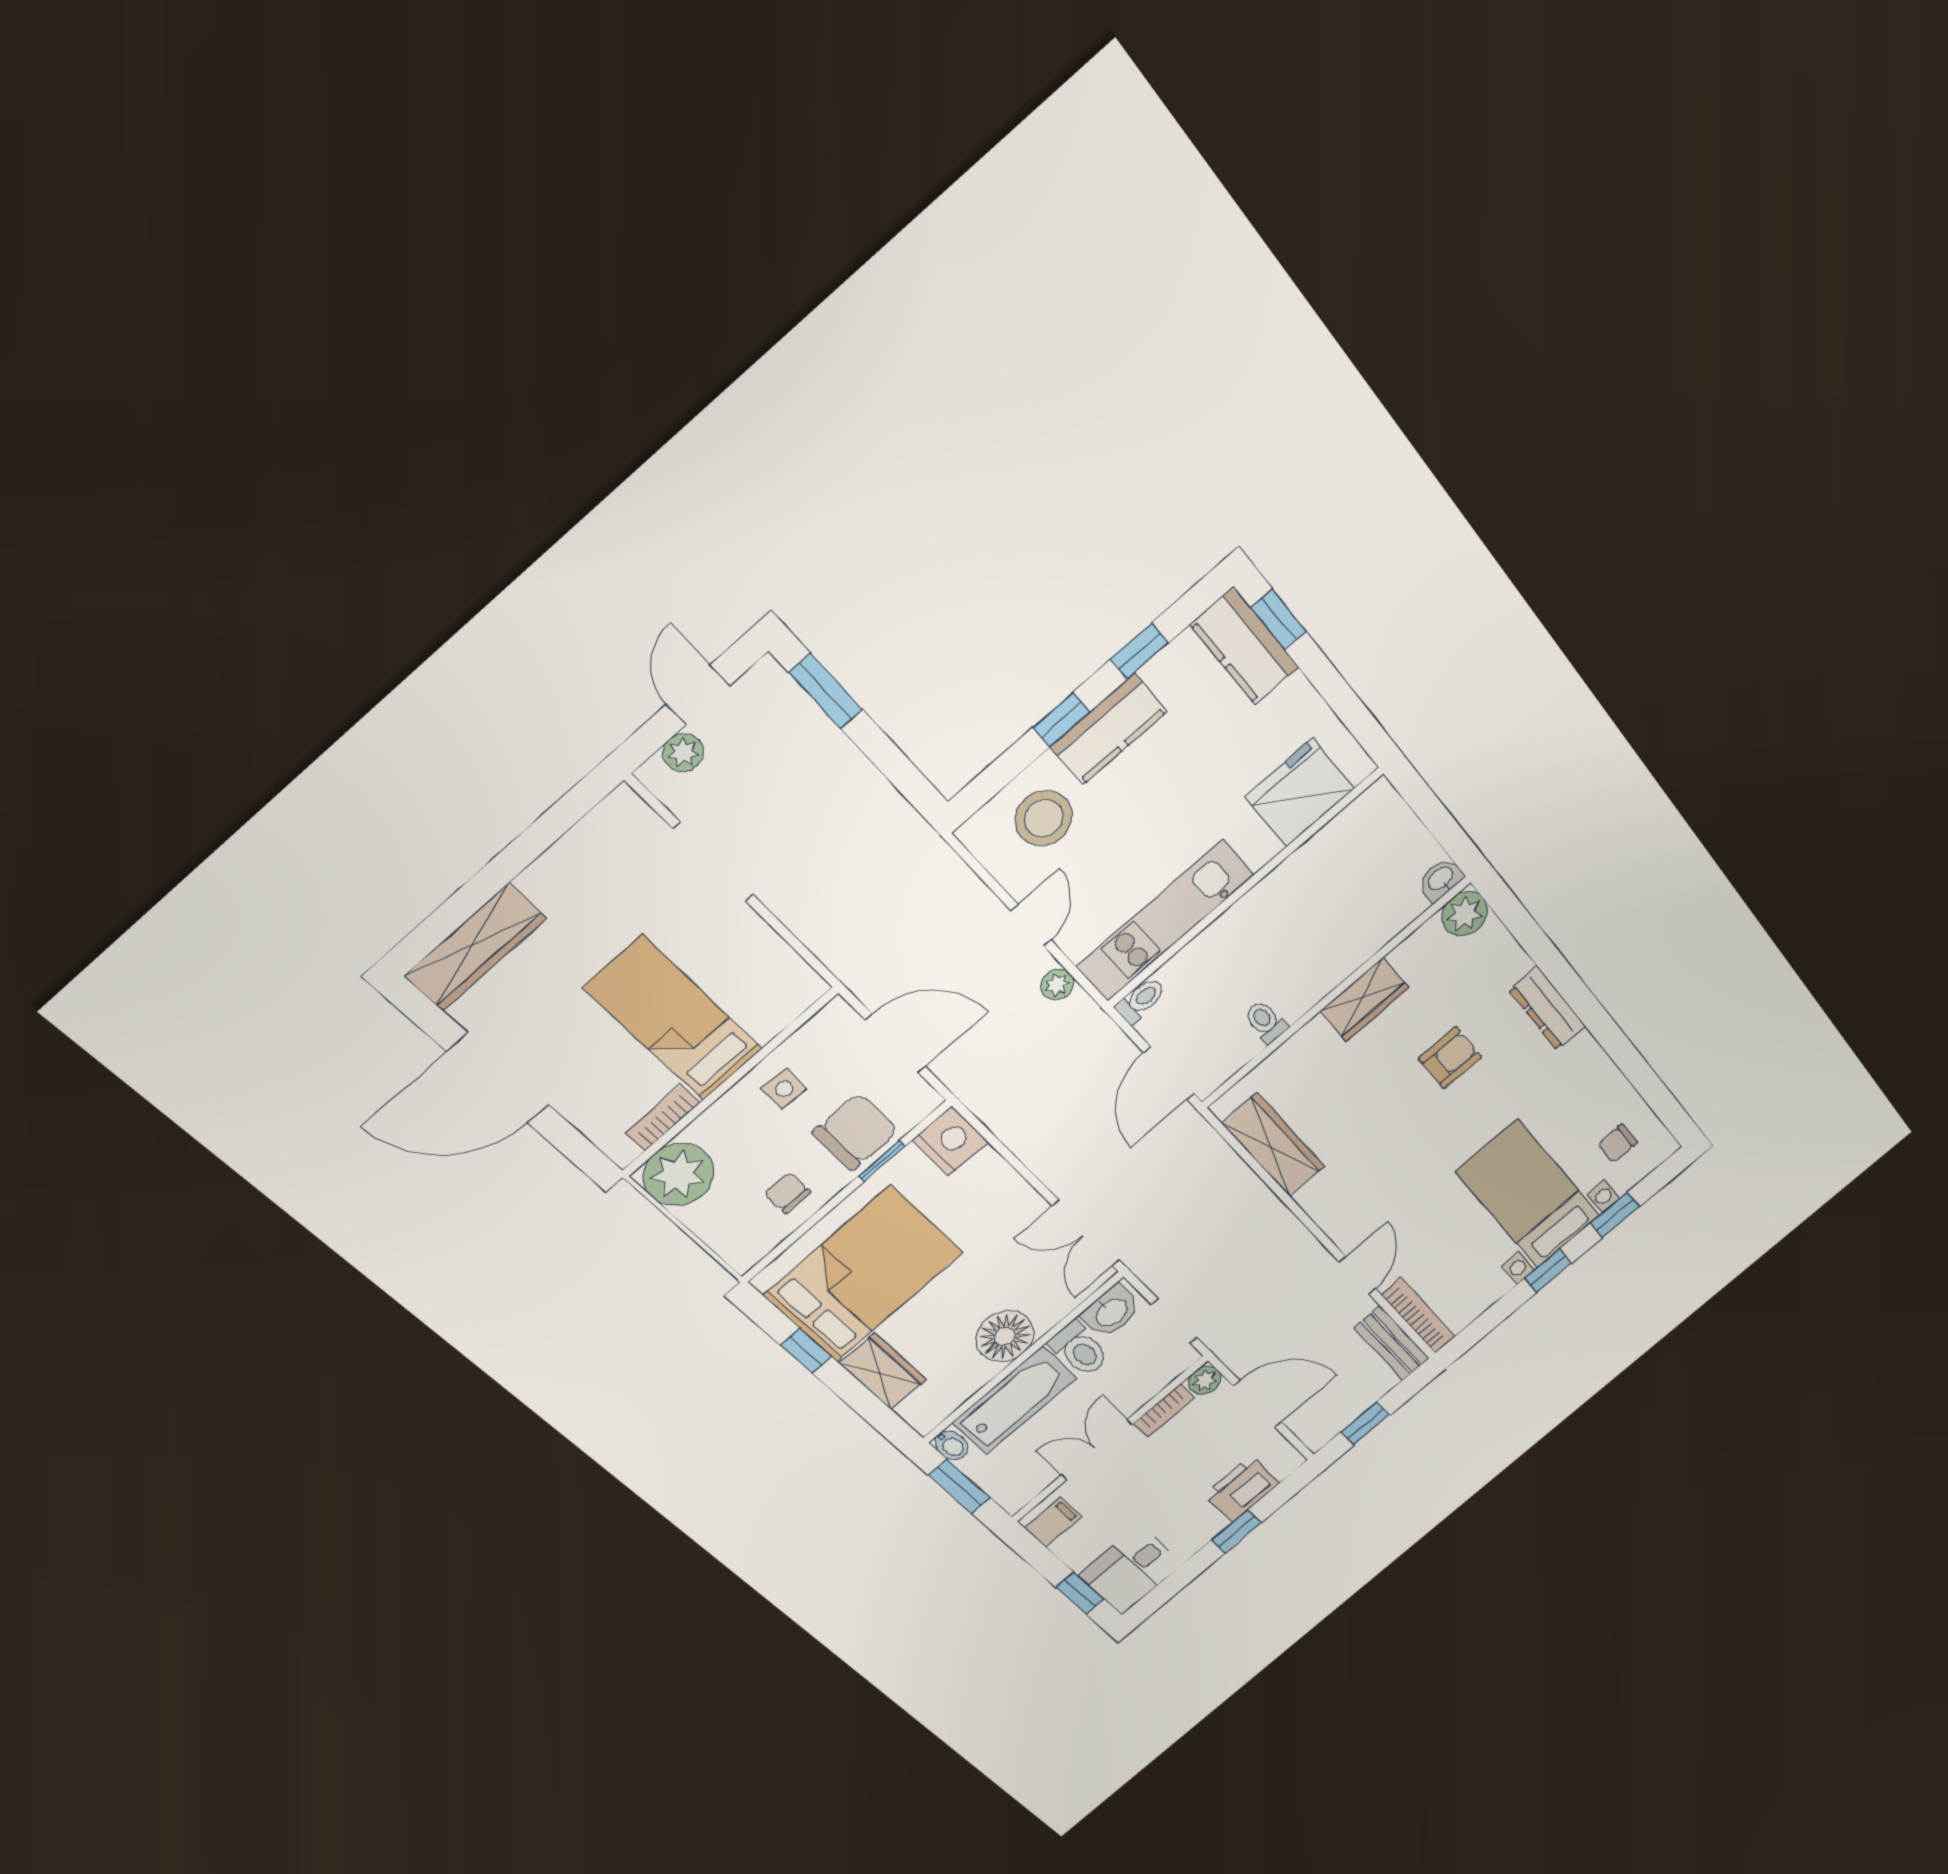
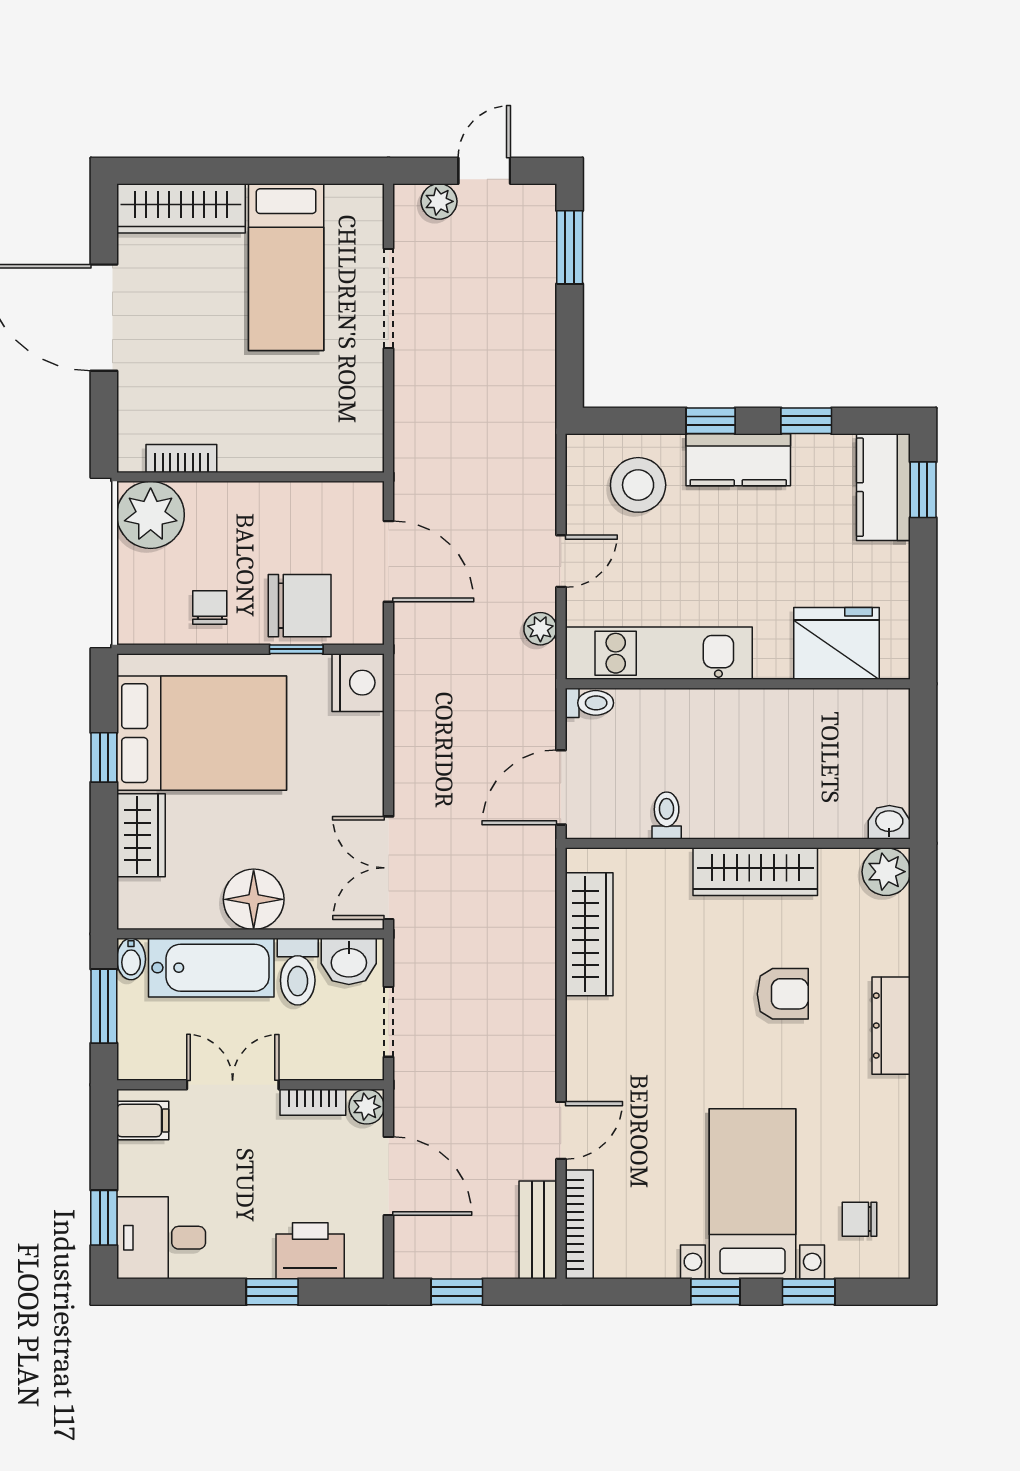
wardrobe: (1364, 999) -> (755, 872), width x1.50
bed: (673, 1019) -> (286, 267), moved, turned 180
side table: (784, 1089) -> (282, 520), removed

